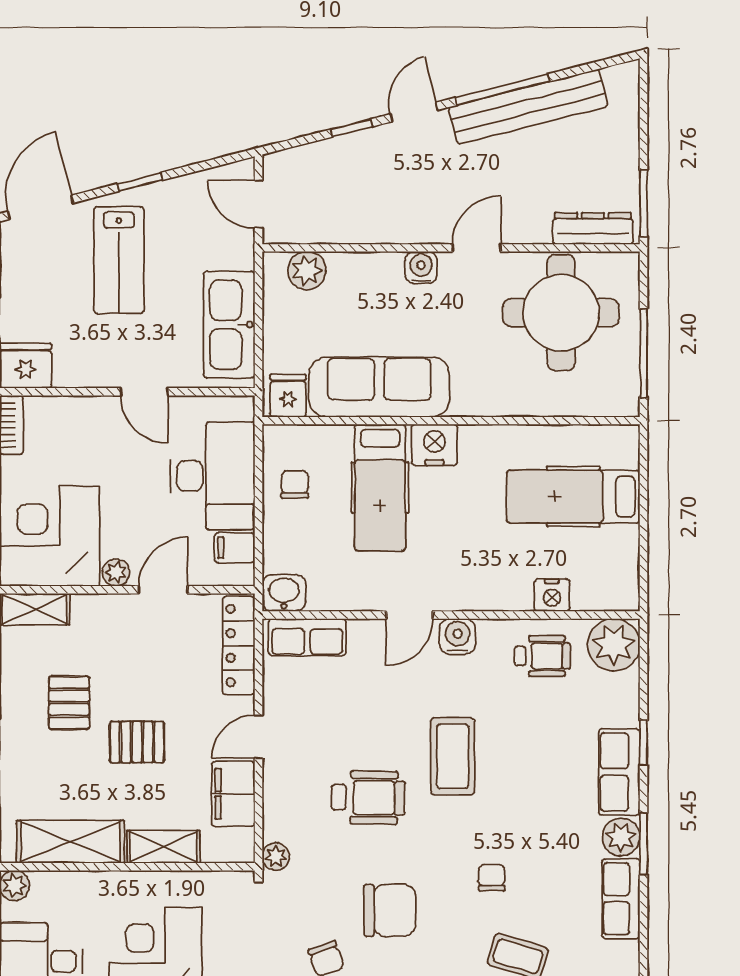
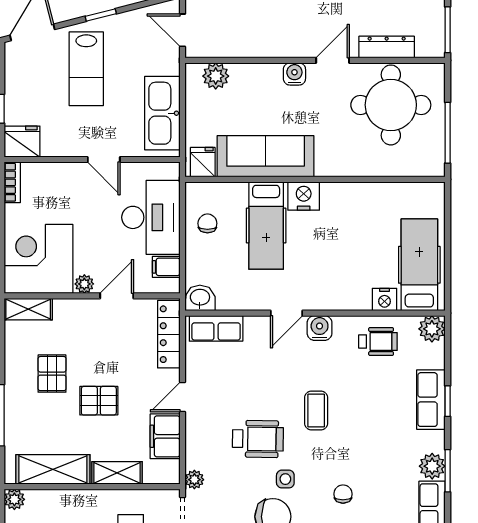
dresser: (593, 229) -> (387, 47), moved
hospital bed: (573, 497) -> (419, 265), moved, turned 90
plant: (614, 645) -> (432, 329), width x0.73, depth x0.73
coffee table: (453, 756) -> (316, 411), width x0.73, depth x0.77
row of seats: (619, 772) -> (431, 400), moved
side table: (408, 856) -> (285, 479), added

